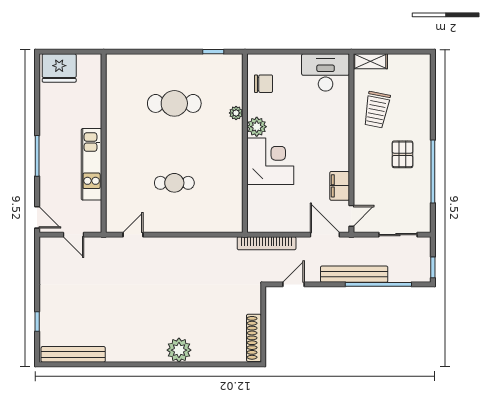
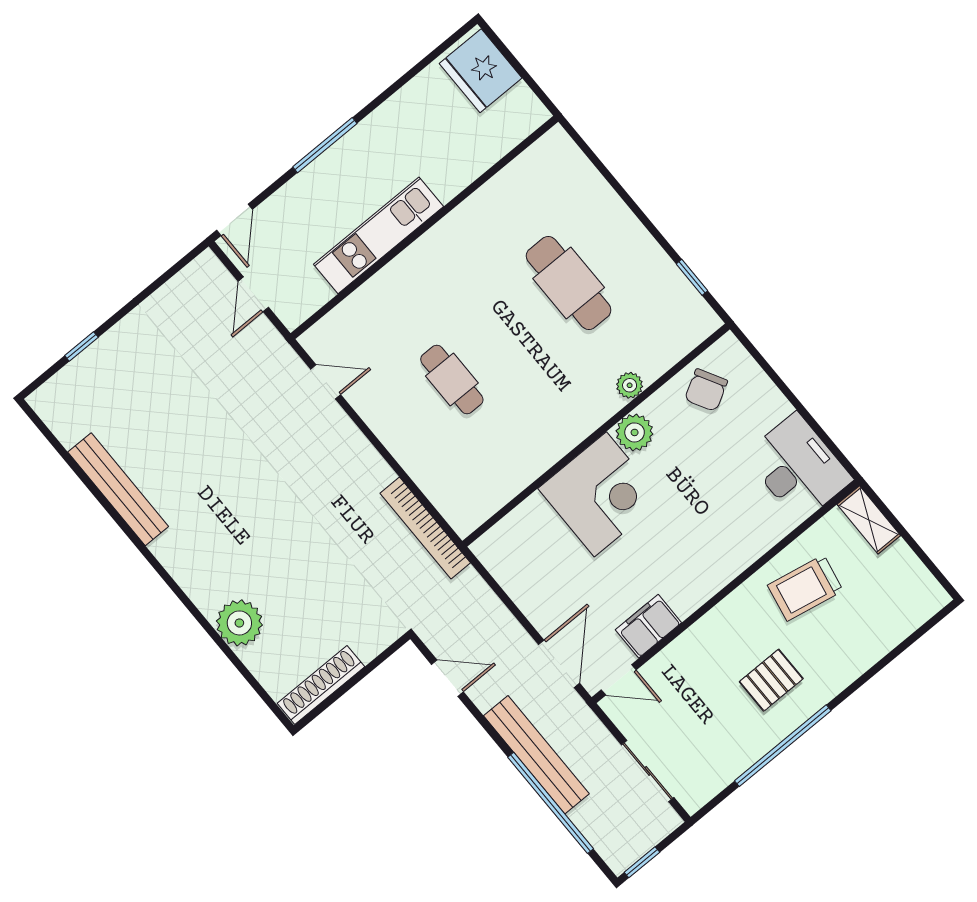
chair: (264, 84) -> (706, 390), turned 61
bookcase: (267, 243) -> (425, 528), moved
plant: (179, 350) -> (239, 623), moved
bench: (73, 354) -> (118, 489), moved

